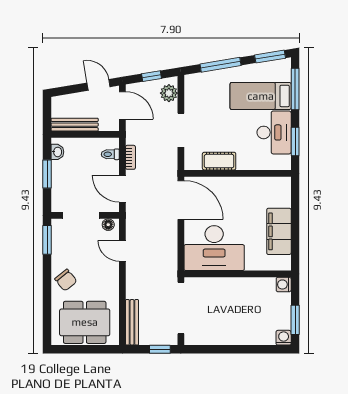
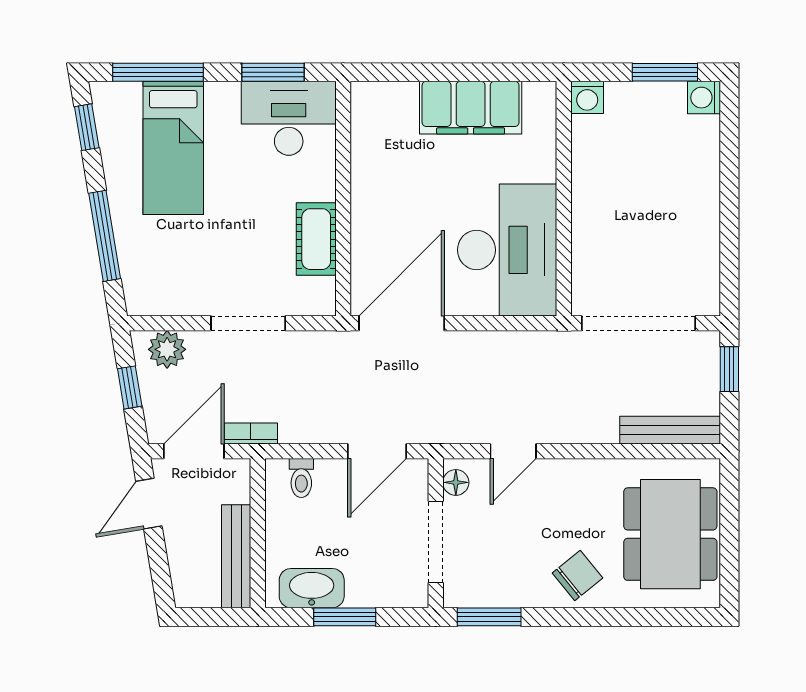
window: (270, 57) -> (87, 127), width x0.67
desk: (274, 132) -> (289, 118), moved
washbasin: (57, 152) -> (312, 588), width x1.91, depth x1.45
bookcase: (130, 157) -> (251, 434), moved

